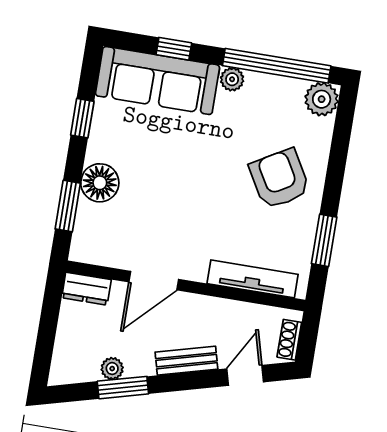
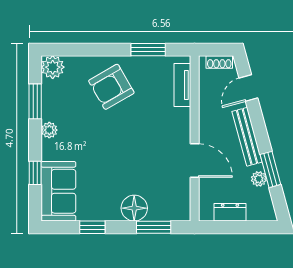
window: (277, 66) -> (35, 101), width x0.47
sofa: (158, 80) -> (58, 191), width x0.73
tv unit: (253, 279) -> (182, 85), width x0.71
dresser: (86, 289) -> (230, 212), moved, turned -90
bench: (186, 361) -> (247, 137), width x1.36
door: (245, 375) -> (248, 88), hinge flipped

